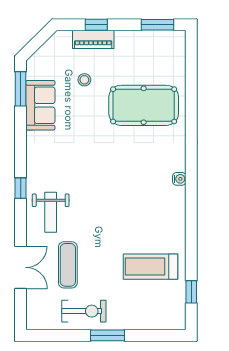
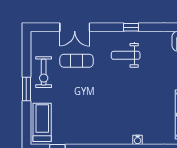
weight bench: (51, 212) -> (126, 55), moved
treadmill: (150, 267) -> (42, 122), moved

